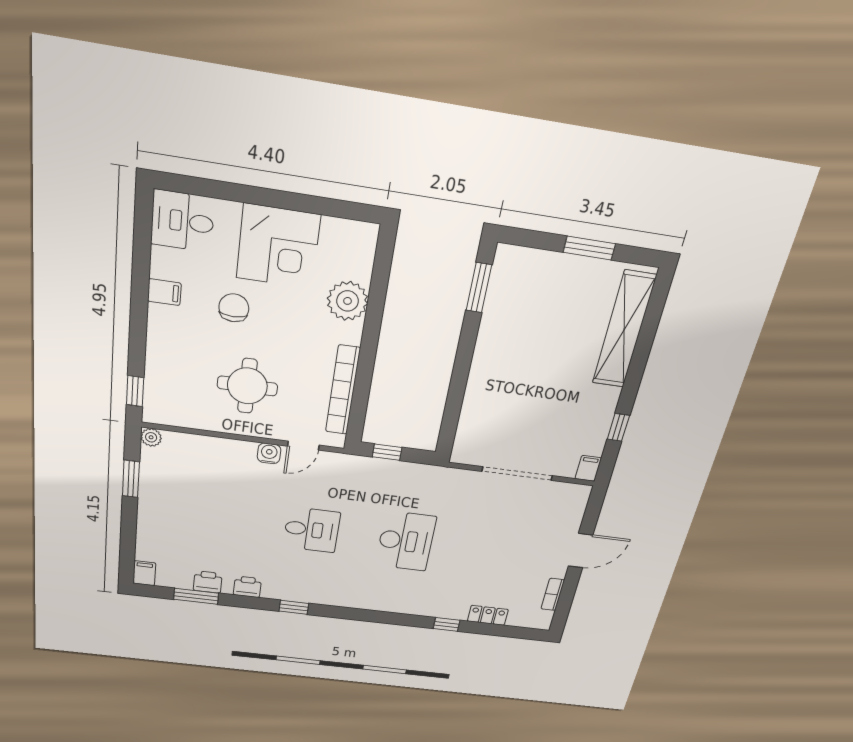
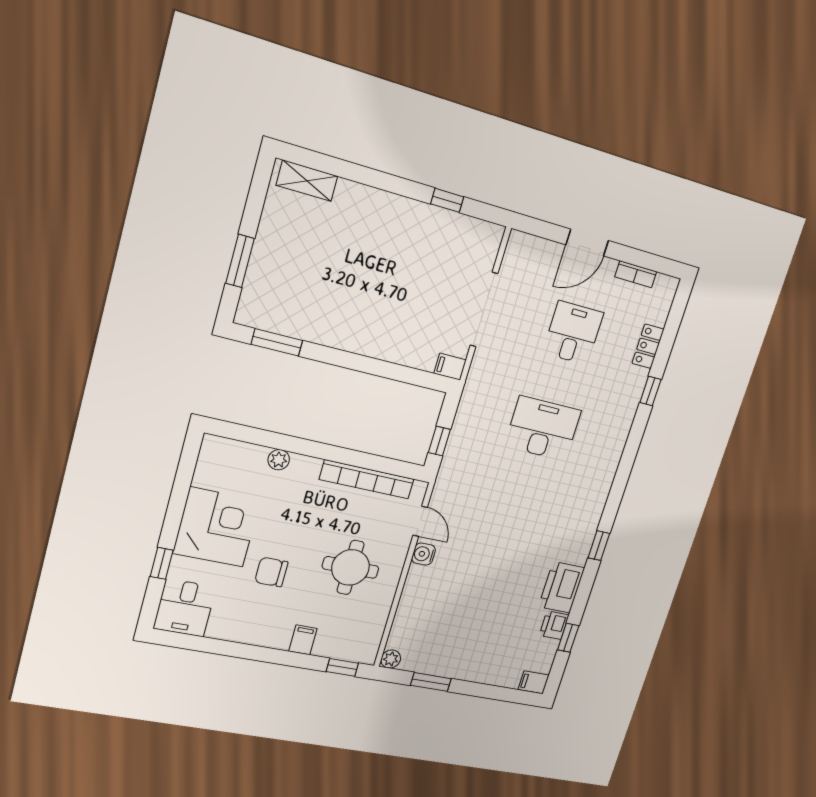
window: (231, 192) -> (162, 563), added
window: (589, 248) -> (240, 261), moved
filing cabinet: (164, 292) -> (303, 640), moved
plant: (348, 301) -> (279, 460), width x0.53, depth x0.53
shelving: (624, 330) -> (307, 181), width x0.45, depth x0.75
filing cabinet: (588, 468) -> (450, 367), moved
desk: (312, 530) -> (573, 333), moved
door: (581, 551) -> (587, 243), swing flipped
printer: (247, 587) -> (561, 587), width x1.87, depth x1.48
window: (196, 596) -> (568, 638), width x0.67

